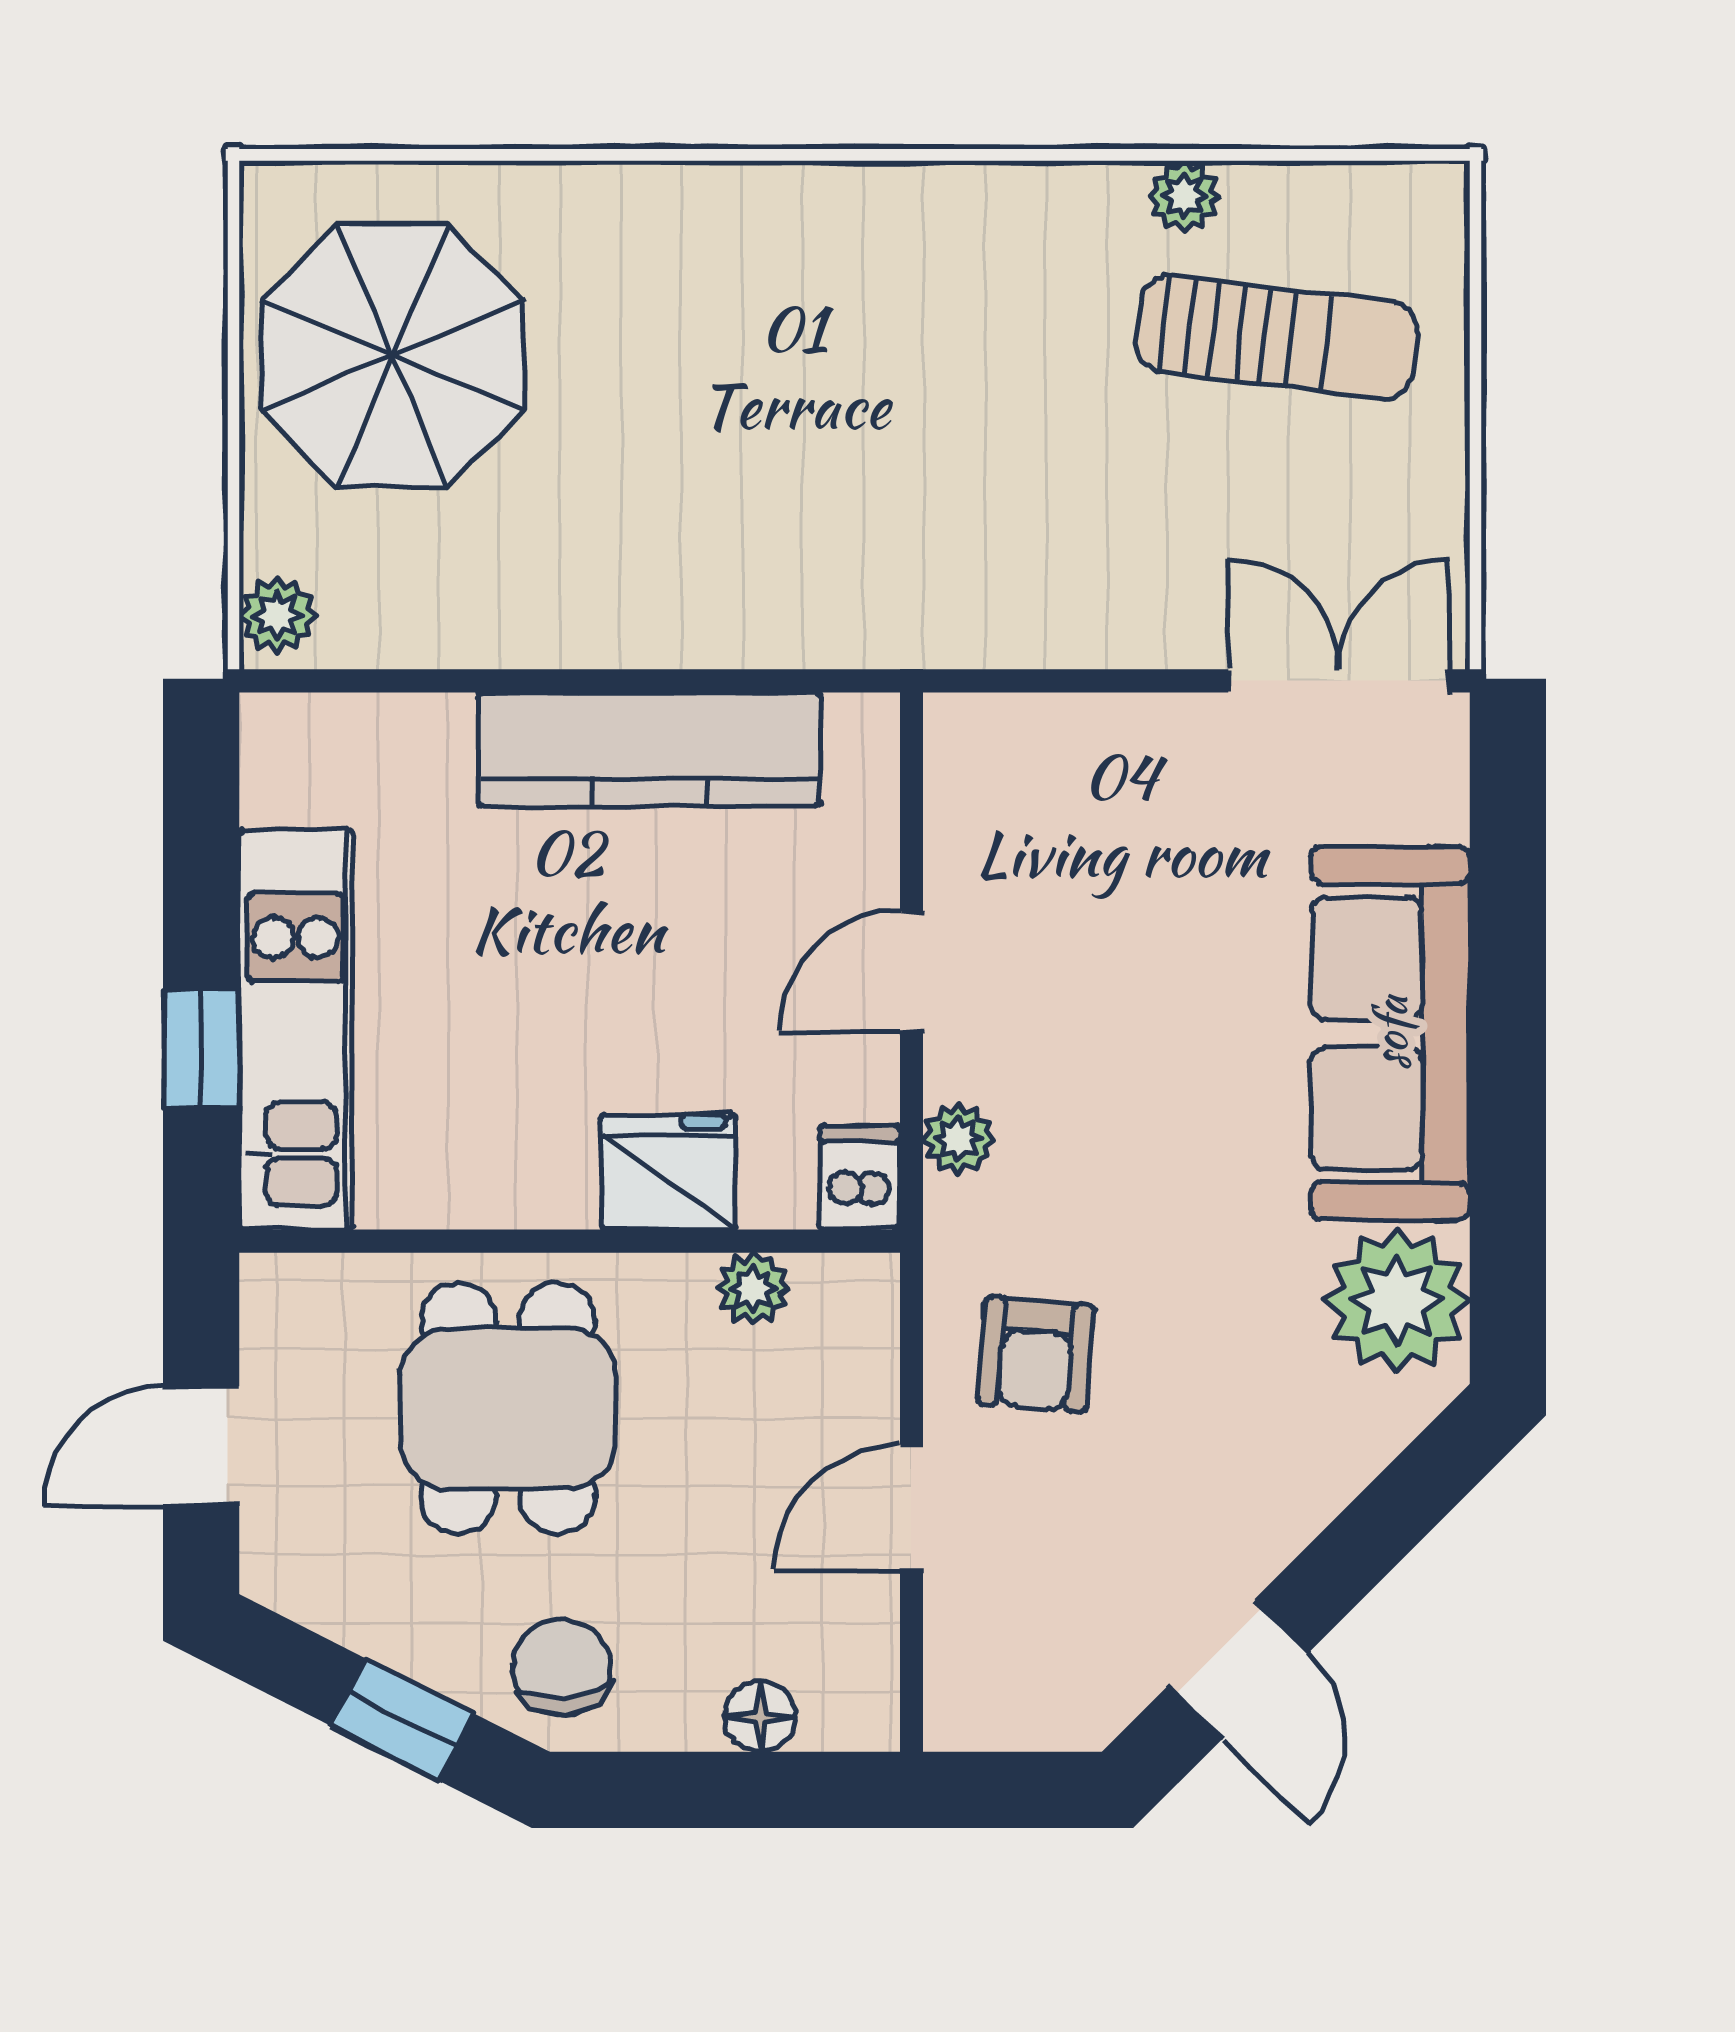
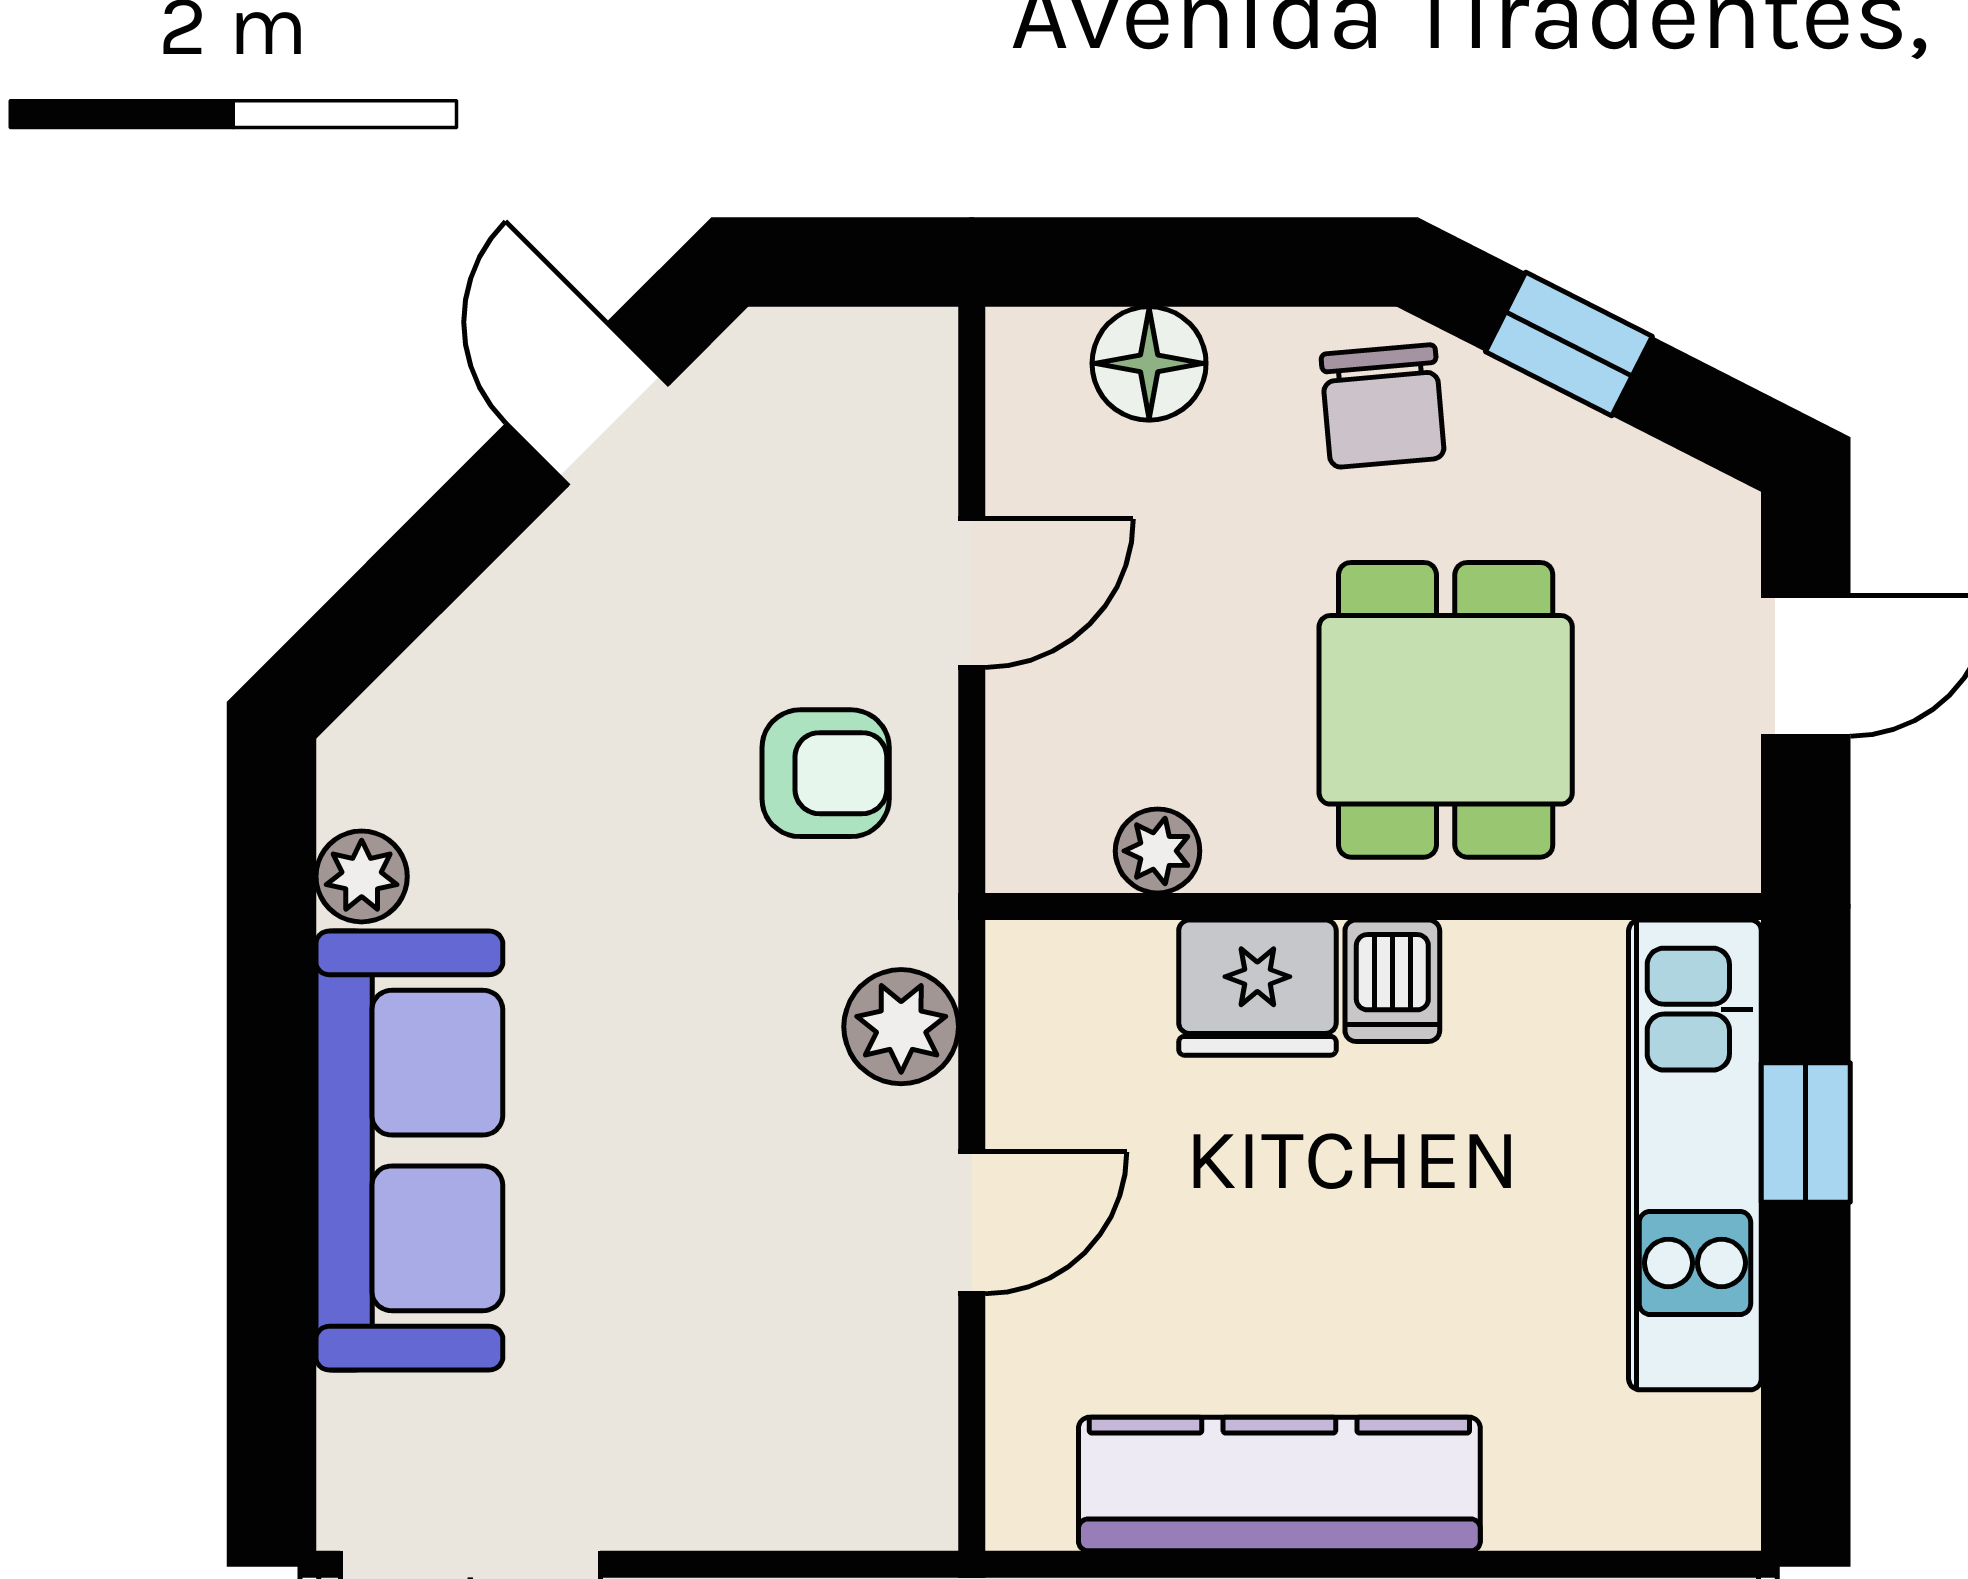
plant: (958, 1139) -> (901, 1027), width x1.38, depth x1.38
dishwasher: (860, 1178) -> (1392, 981), moved
plant: (1397, 1301) -> (362, 876), width x0.53, depth x0.53
armchair: (1036, 1355) -> (826, 773), turned 85
floor lamp: (761, 1717) -> (1149, 363), width x1.37, depth x1.37

